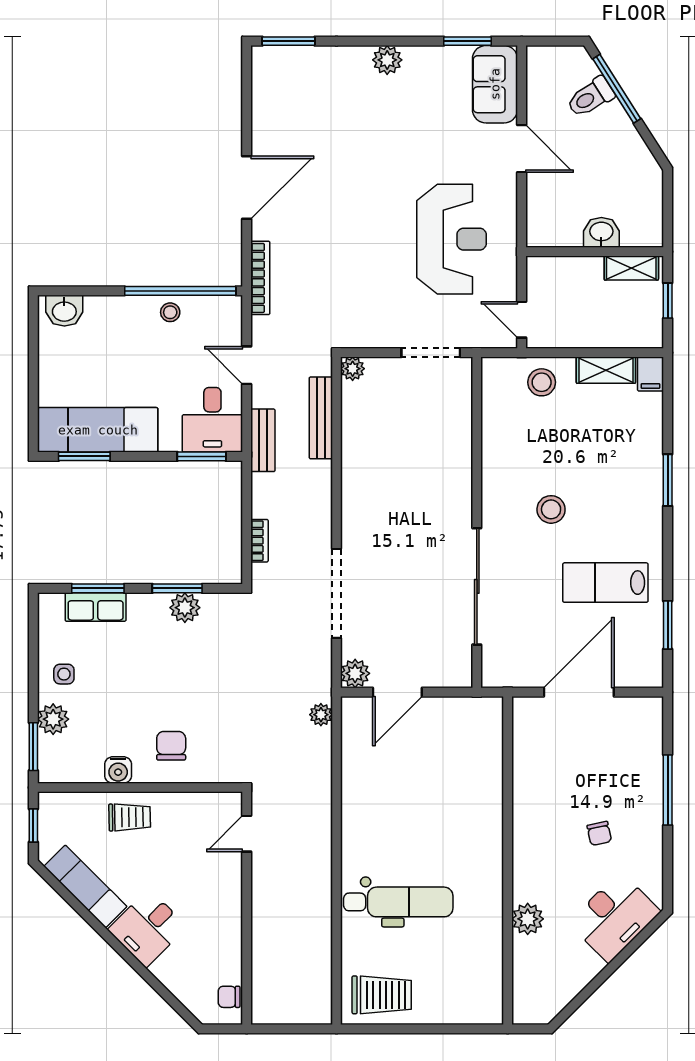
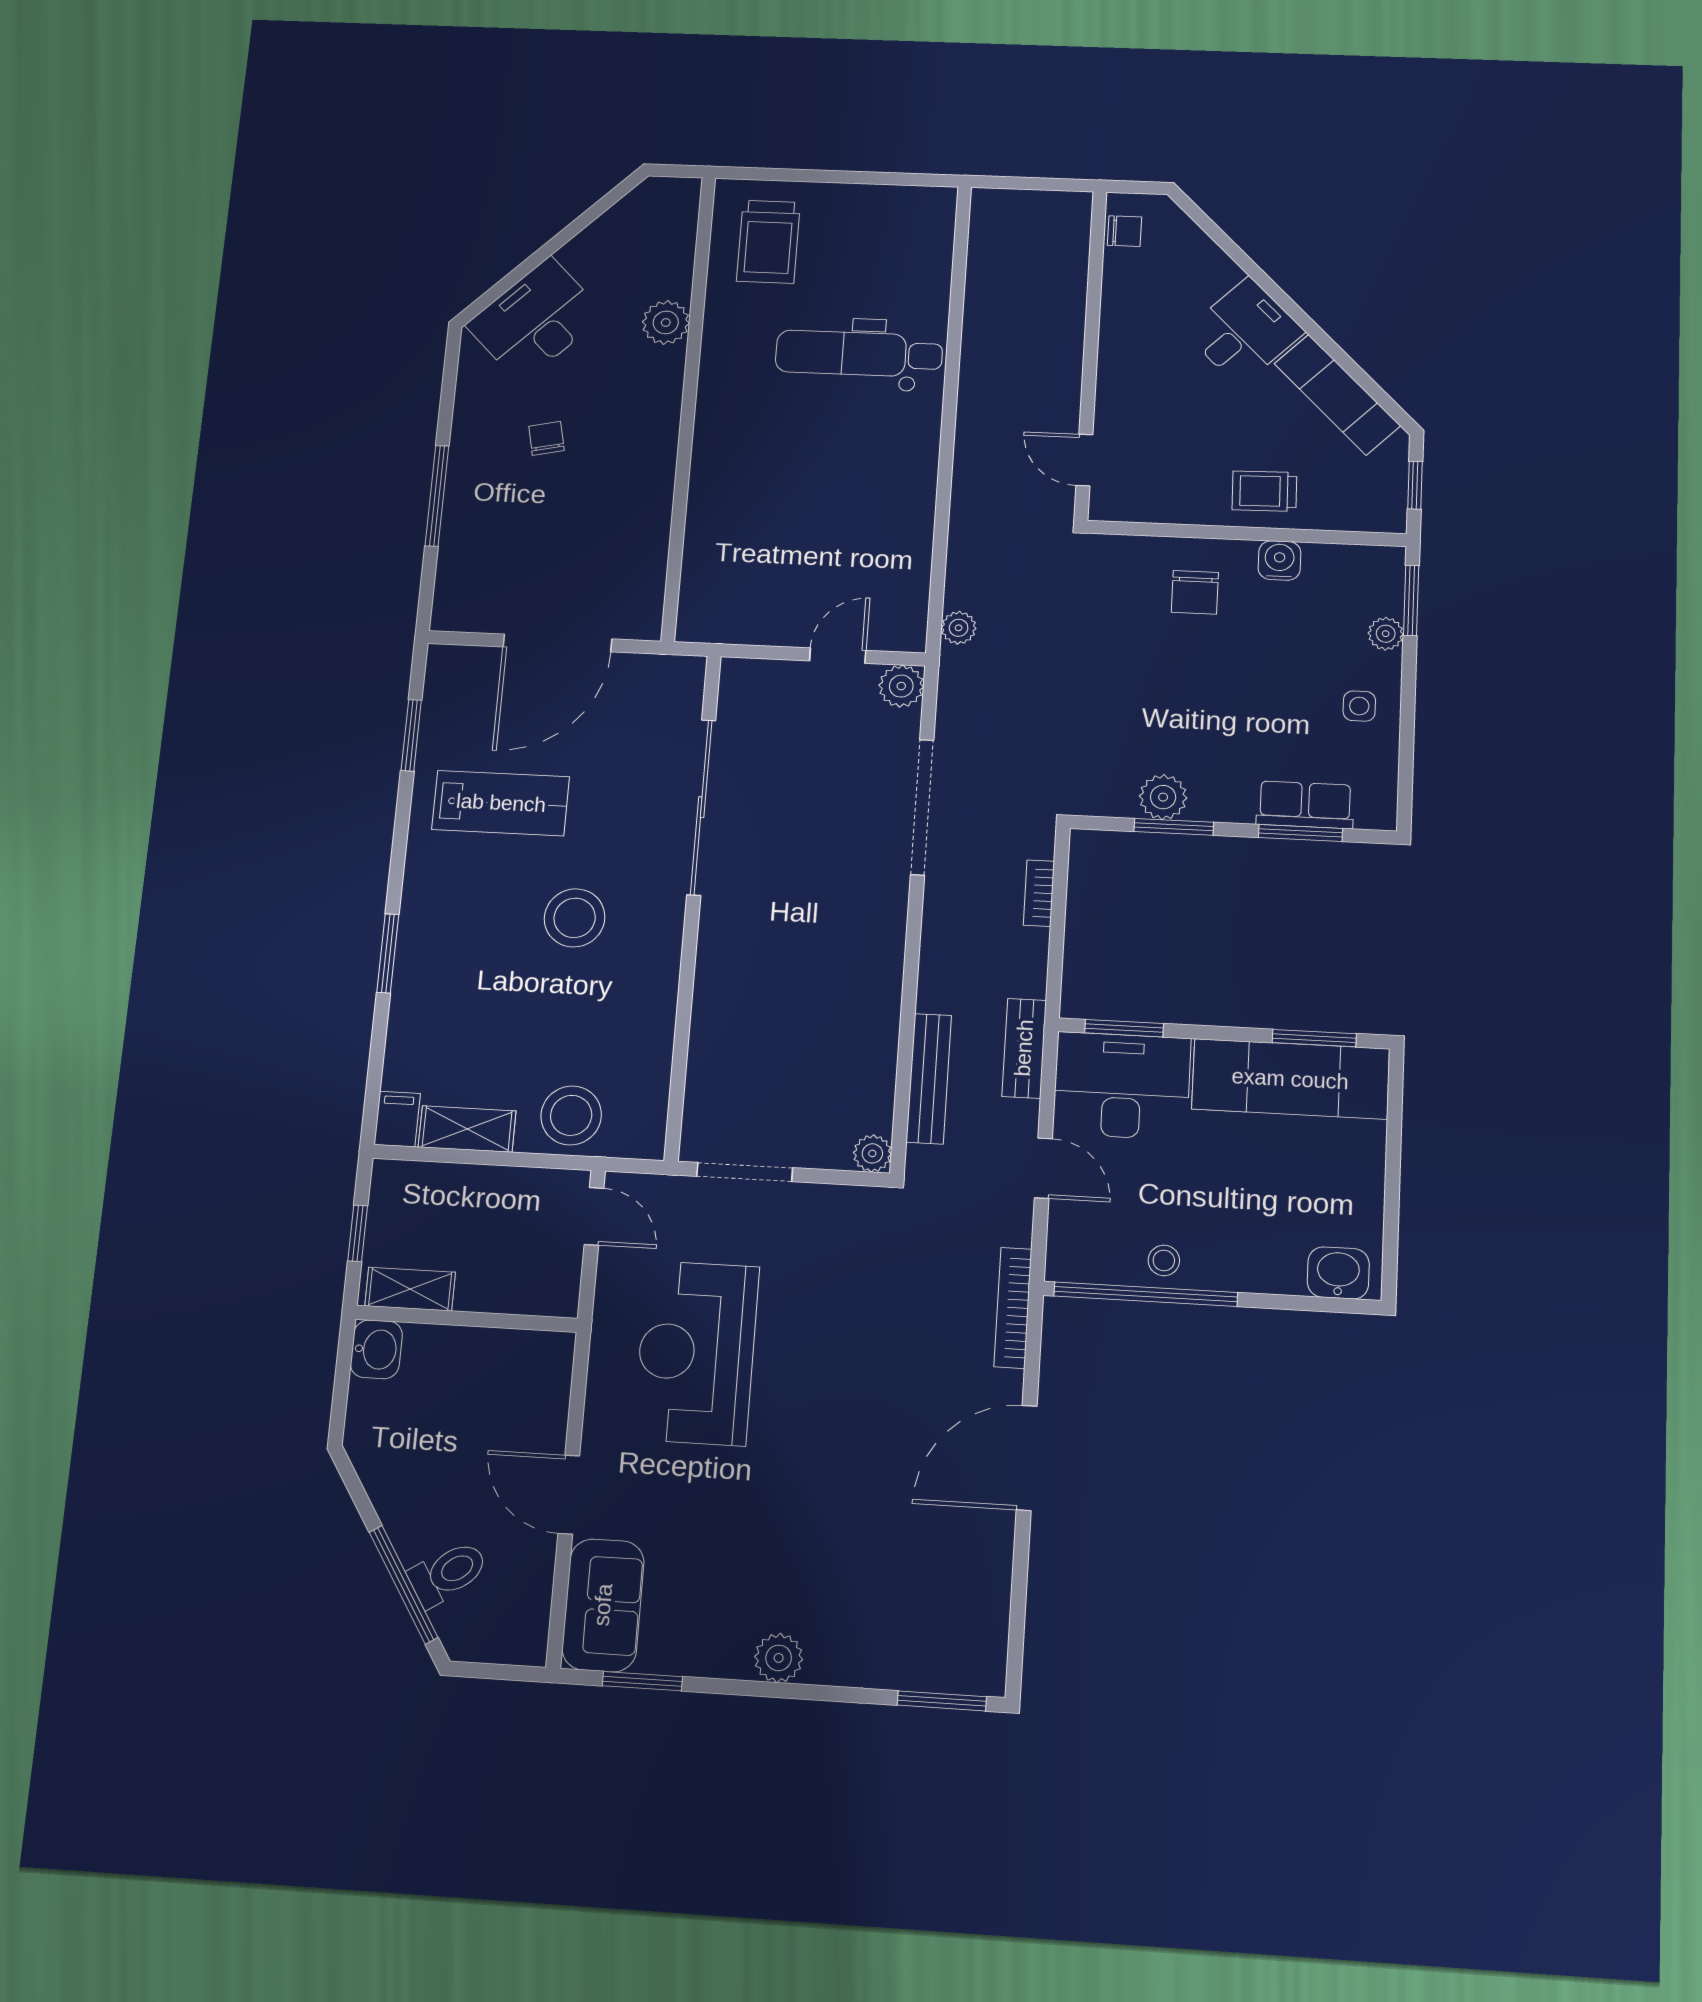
washbasin: (601, 232) -> (376, 1349), moved, turned -90
stool: (542, 382) -> (571, 1115), width x1.38, depth x1.38
desk: (212, 420) -> (1122, 1086), width x1.37
stool: (551, 509) -> (575, 918), width x1.38, depth x1.38
door: (397, 692) -> (838, 656), width x0.73
plant: (53, 719) -> (1386, 634), width x0.73, depth x0.73
door: (247, 834) -> (1084, 460), swing flipped
trolley: (382, 995) -> (768, 242), moved, turned -90

